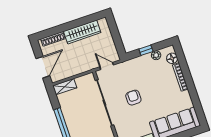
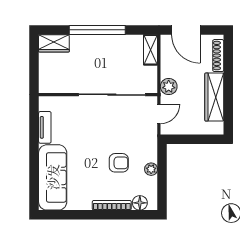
window: (146, 50) -> (162, 172), removed
plant: (156, 55) -> (151, 169), moved
plant: (86, 66) -> (169, 87), added
armchair: (133, 98) -> (119, 163), moved

